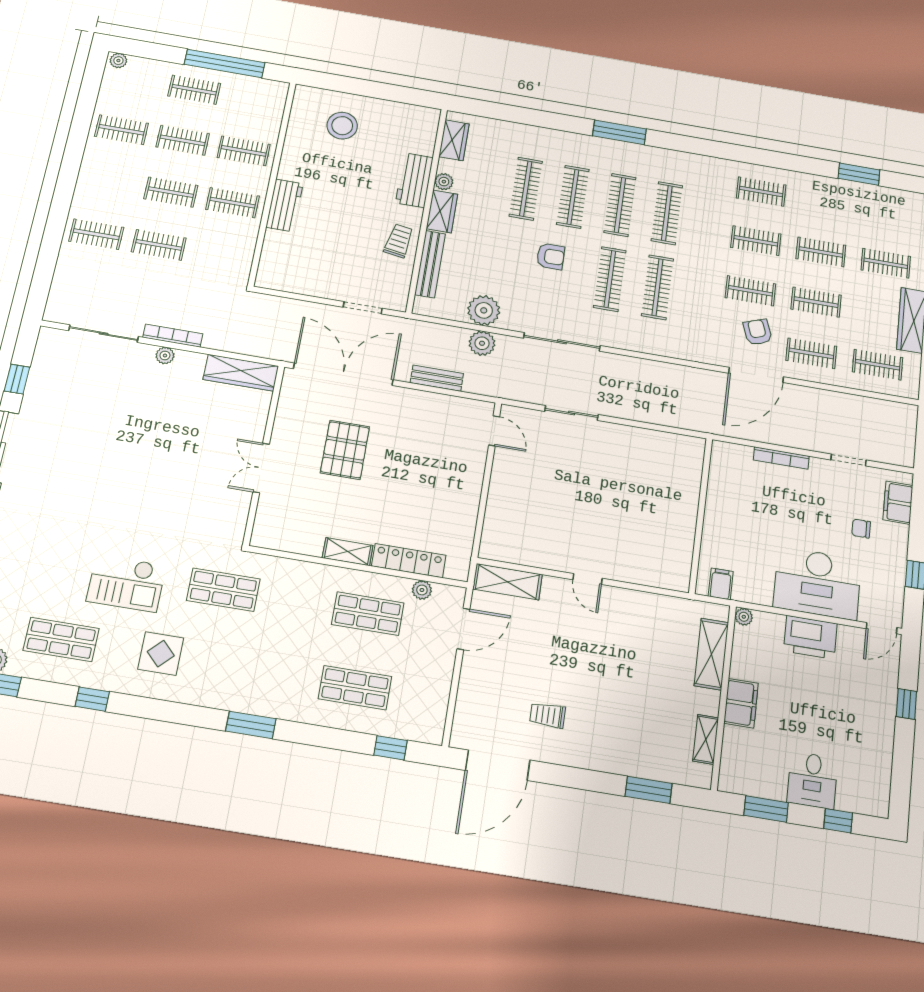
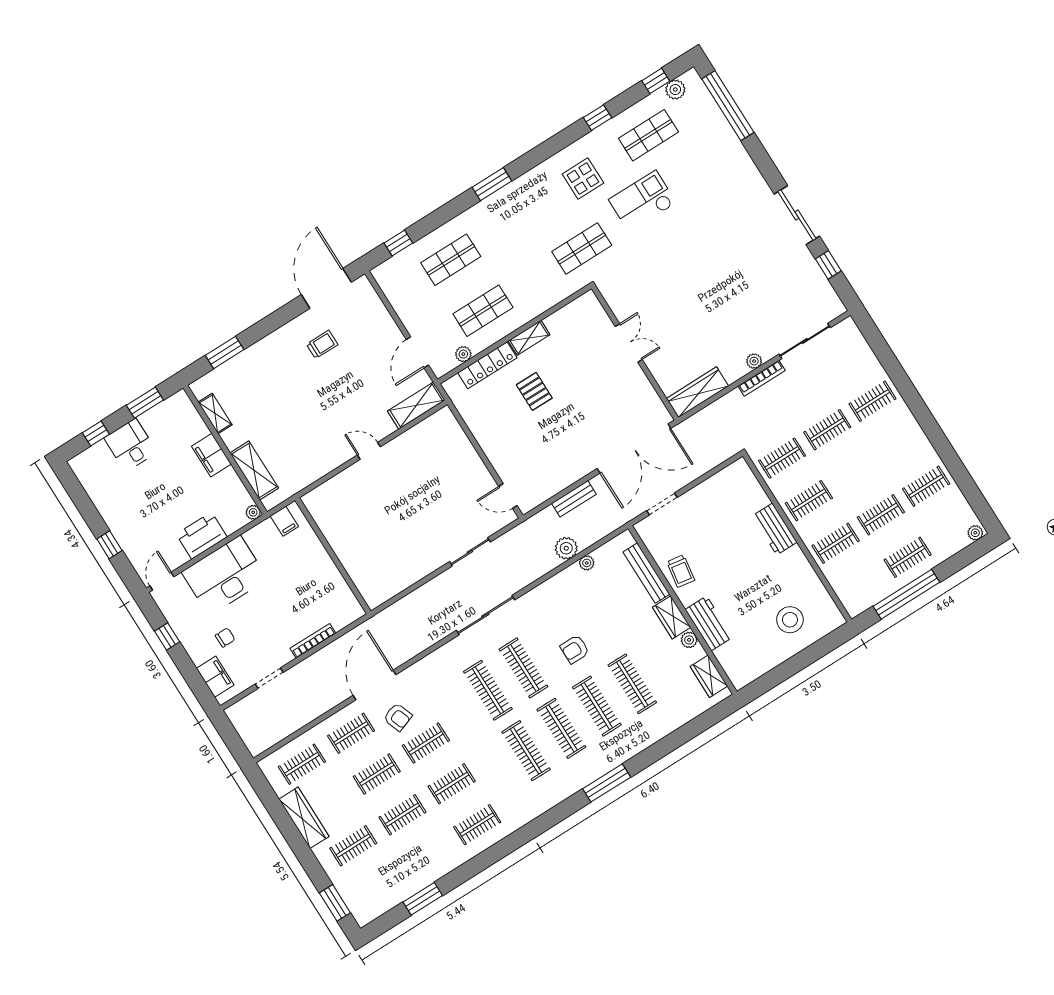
clothes rail: (171, 192) -> (782, 458), moved
plant: (484, 310) -> (587, 563), width x0.53, depth x0.53
sliding door: (562, 342) -> (485, 615), moved
pallet: (345, 450) -> (534, 391), moved, width x0.67, depth x0.71

